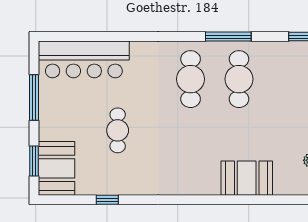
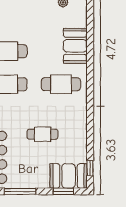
cafe table: (191, 157) -> (61, 84), added
window: (107, 200) -> (90, 168), moved

